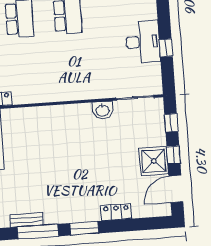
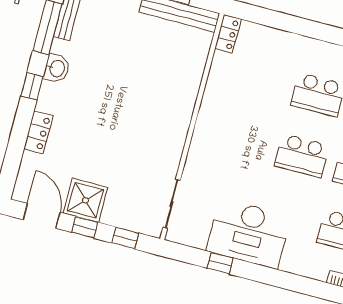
desk: (143, 42) -> (249, 233), width x1.36, depth x1.30
washbasin: (103, 110) -> (57, 68), moved, turned 180
window: (84, 228) -> (32, 86), width x0.67

